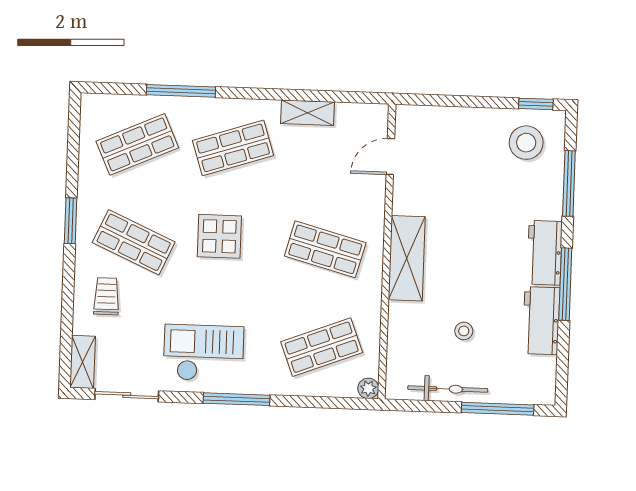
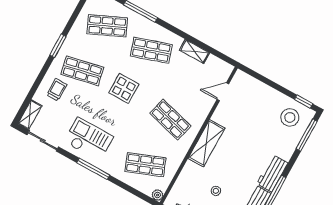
window: (569, 183) -> (307, 135), moved
shop shelf: (134, 242) -> (82, 71), turned -36

